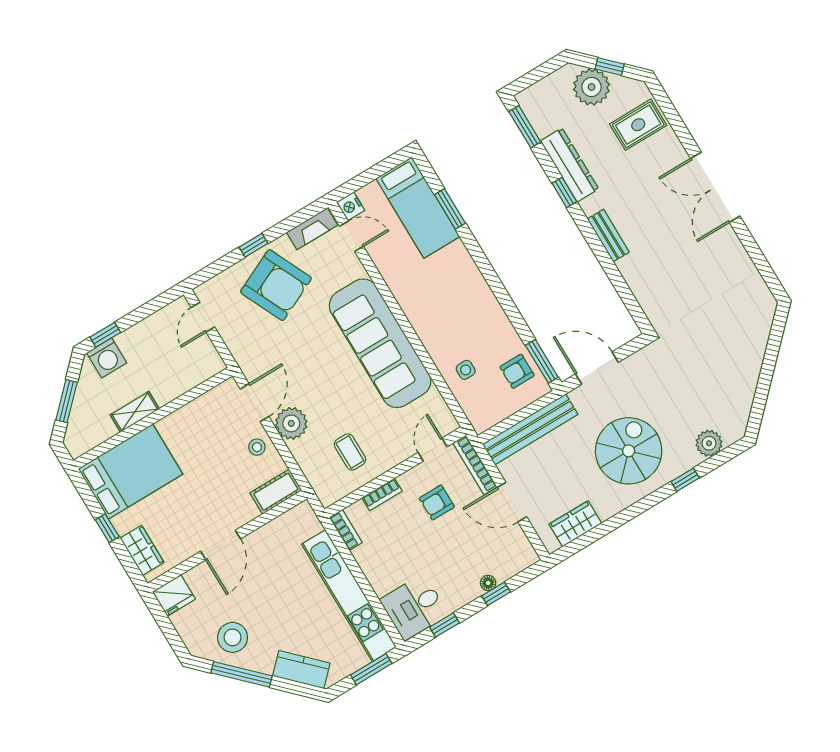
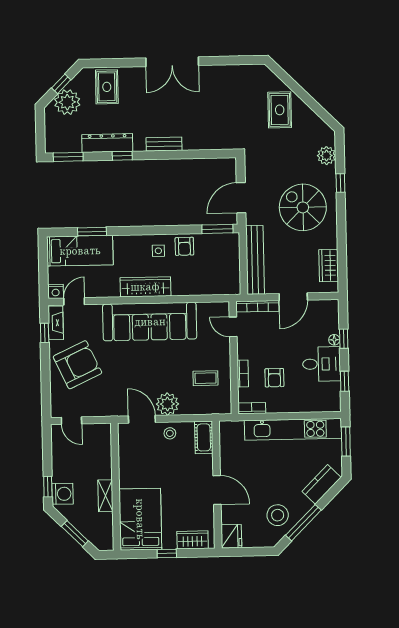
window: (254, 245) -> (45, 333), moved
wardrobe: (420, 314) -> (145, 287), added
rug: (732, 353) -> (280, 110), added
side table: (466, 370) -> (158, 251), moved
armchair: (517, 371) -> (184, 246), moved
armchair: (437, 503) -> (274, 378), moved
desk: (414, 607) -> (321, 364), moved, turned -90

